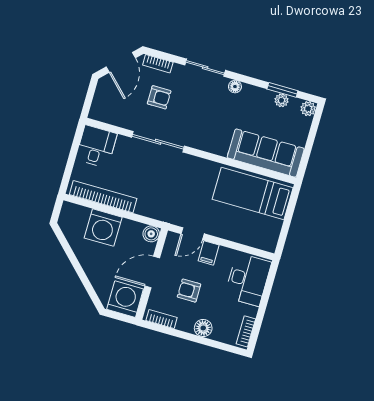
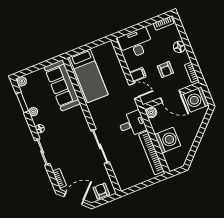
armchair: (159, 97) -> (101, 191), moved
plant: (282, 100) -> (33, 112), moved
desk: (96, 146) -> (132, 124), moved, turned 180

